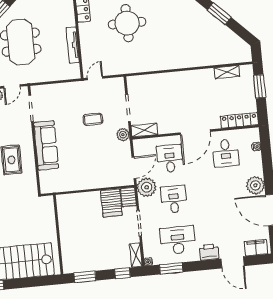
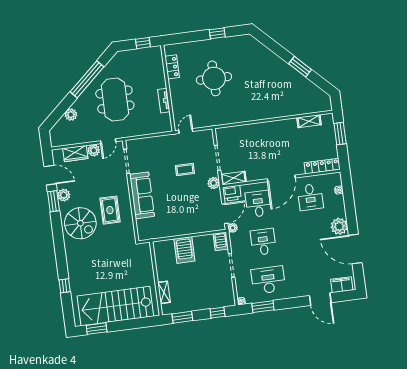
tv unit: (73, 45) -> (164, 101), width x0.71
plant: (147, 187) -> (233, 228), width x0.53, depth x0.53
server rack: (111, 203) -> (184, 250), moved
printer: (209, 252) -> (232, 193), moved, turned 180
shelving: (136, 255) -> (164, 292), moved

